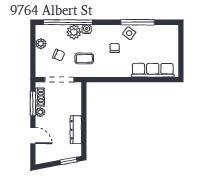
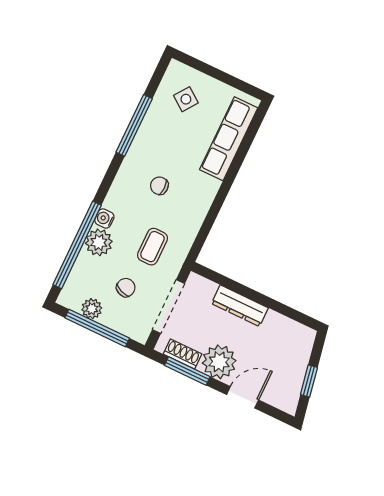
side table: (129, 33) -> (186, 99), moved
window: (33, 51) -> (97, 328), added
plant: (40, 112) -> (219, 362), width x1.88, depth x1.88
dresser: (76, 130) -> (240, 306), moved
window: (69, 161) -> (309, 381), moved

